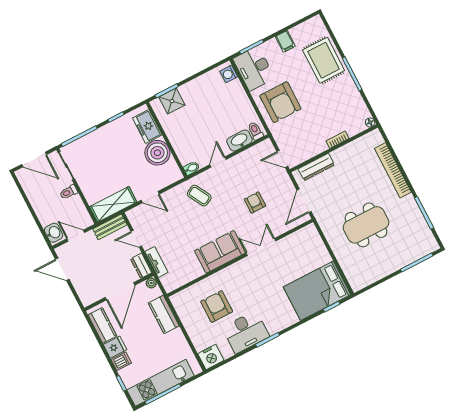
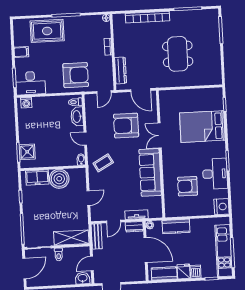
armchair: (280, 102) -> (76, 75), moved
armchair: (255, 203) -> (126, 126), width x1.88, depth x1.88
shelving: (113, 204) -> (71, 238), moved, turned 90
sofa: (220, 252) -> (150, 172), width x1.36
bed: (317, 291) -> (202, 127), moved, turned 90

